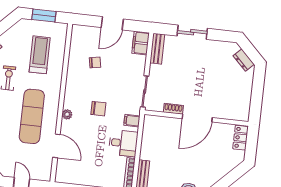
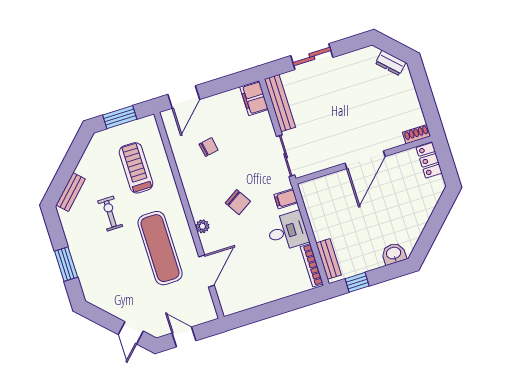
door: (112, 23) -> (184, 97), moved
bench: (157, 49) -> (280, 103), width x1.36
chair: (98, 109) -> (238, 202), turned 58
shoe rack: (173, 109) -> (417, 134), moved
door: (56, 146) -> (207, 271), hinge flipped

